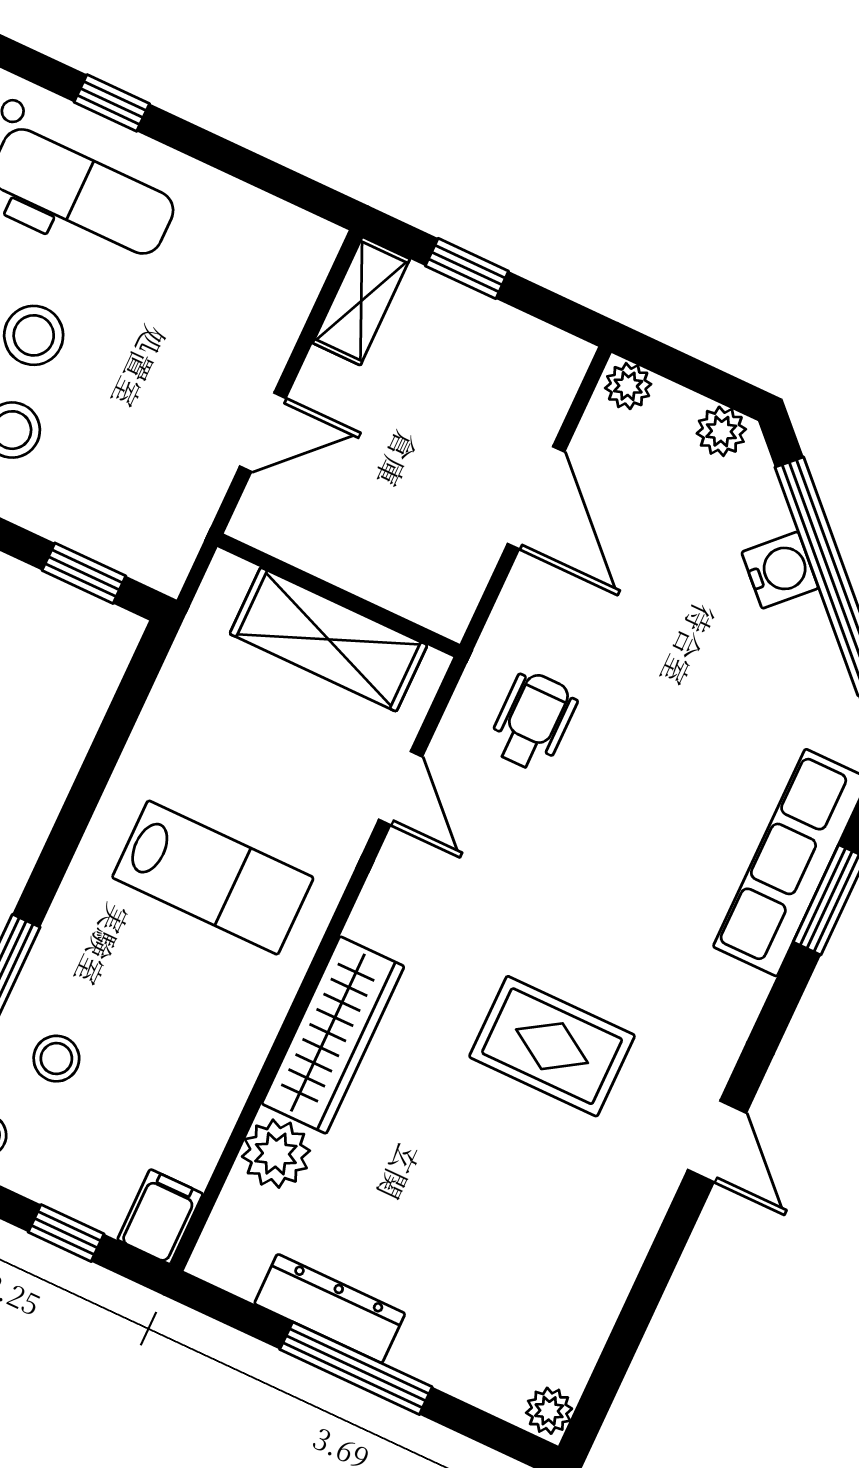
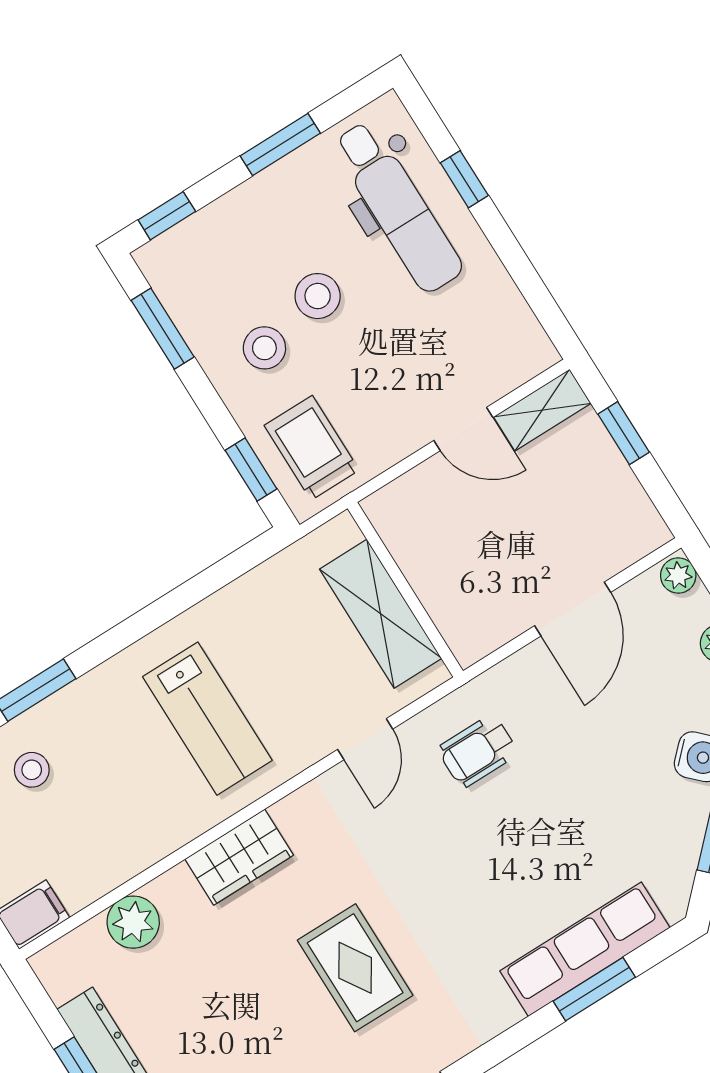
door: (263, 432) -> (463, 429), moved
trolley: (135, 506) -> (312, 448), added
wheelchair: (533, 721) -> (478, 751), turned 180
wardrobe: (333, 1035) -> (239, 857), width x0.67

